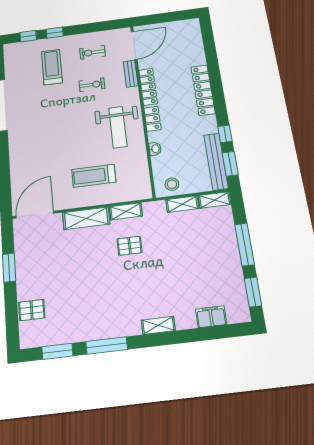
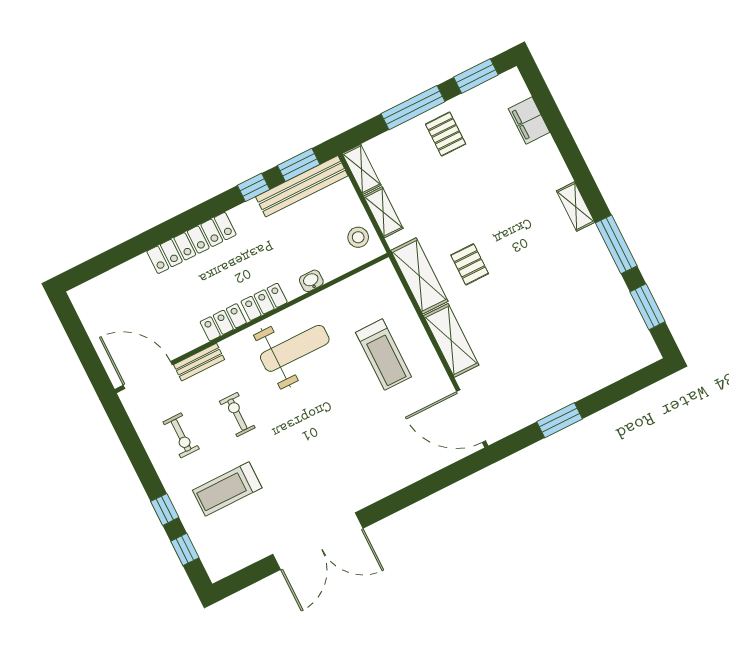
locker: (148, 87) -> (223, 322), width x0.66
shelving: (126, 211) -> (419, 276), width x1.50, depth x1.33
pallet: (32, 310) -> (446, 134), moved
shelving: (158, 325) -> (576, 207), moved

